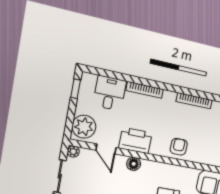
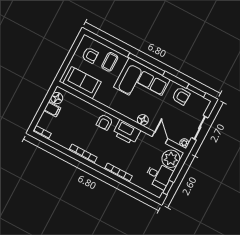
desk: (110, 93) -> (159, 176), moved, turned -90
printer: (135, 140) -> (127, 132), moved

